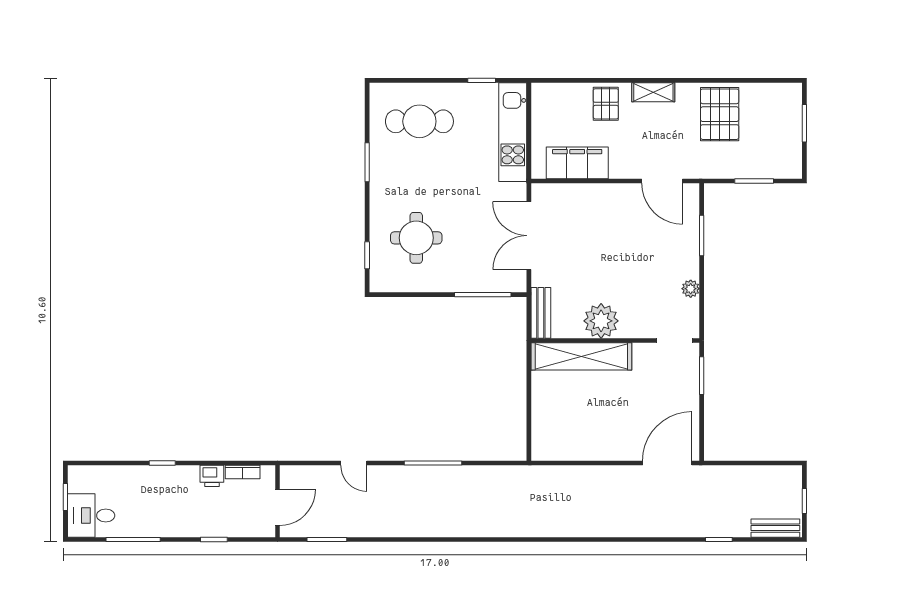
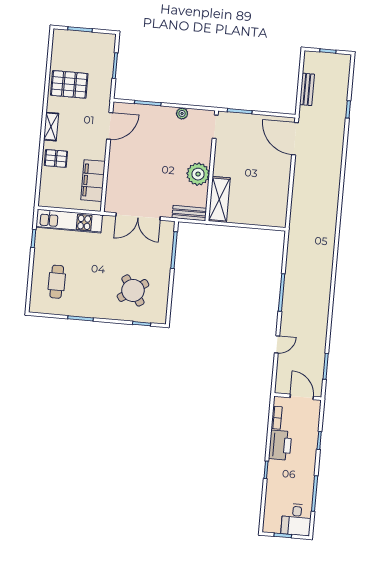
cafe table: (419, 121) -> (57, 282), width x0.73, depth x0.74
round table: (416, 238) -> (133, 290), turned -35
shelving: (581, 356) -> (219, 199), width x0.68
printer: (212, 476) -> (280, 445), width x1.87, depth x1.48
bench: (775, 528) -> (307, 89), moved

